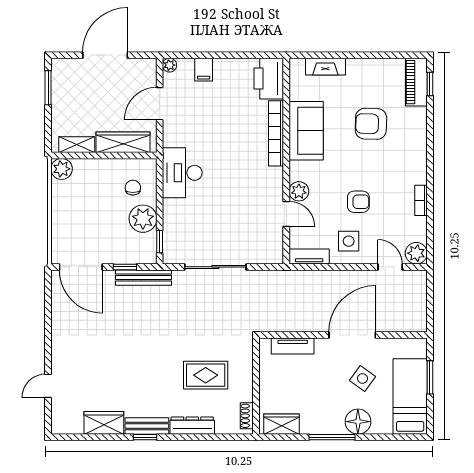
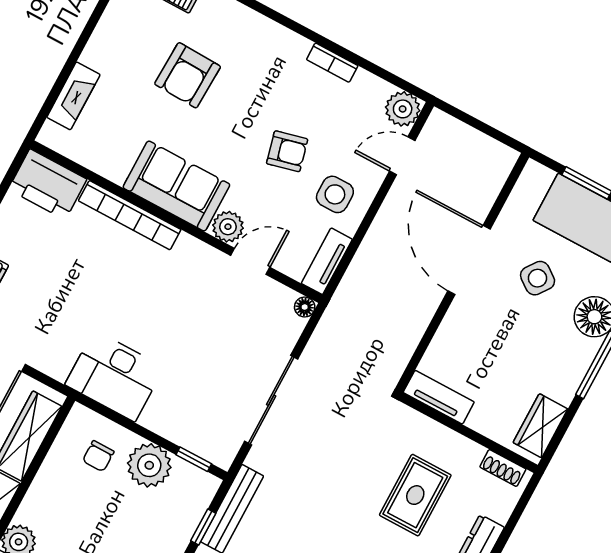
sofa: (306, 131) -> (176, 186), moved
chair: (133, 188) -> (98, 456), turned -90
armchair: (358, 202) -> (287, 151), turned 76
floor lamp: (277, 258) -> (305, 307), added
tv unit: (293, 346) -> (439, 397), moved, turned -90

